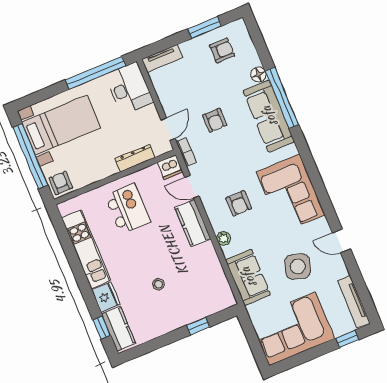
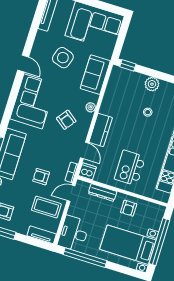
coffee table: (182, 92) -> (46, 207), added
armchair: (215, 120) -> (41, 177), turned -90
armchair: (61, 183) -> (129, 208), moved
armchair: (239, 203) -> (66, 120), turned 127
door: (341, 241) -> (23, 64), moved
plant: (179, 318) -> (152, 84), added
window: (198, 326) -> (128, 65), moved

